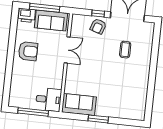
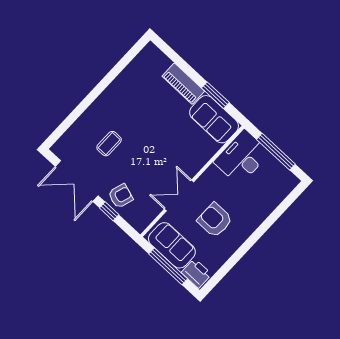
armchair: (28, 51) -> (215, 220), moved
desk: (49, 100) -> (242, 157), width x1.37
piano: (110, 111) -> (183, 84), added
window: (98, 119) -> (215, 95), moved

